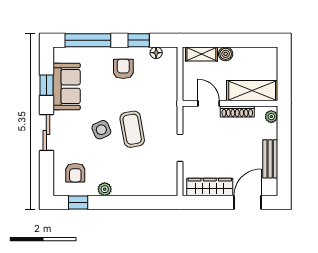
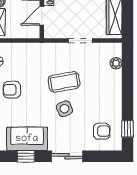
plant: (105, 189) -> (116, 63), moved

